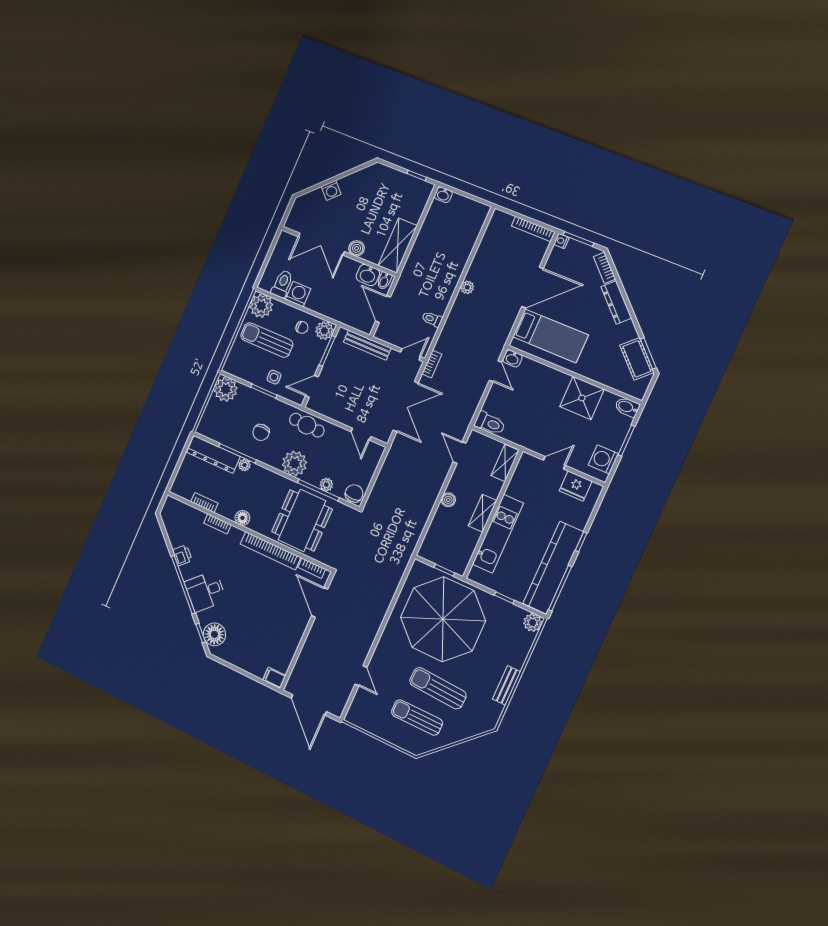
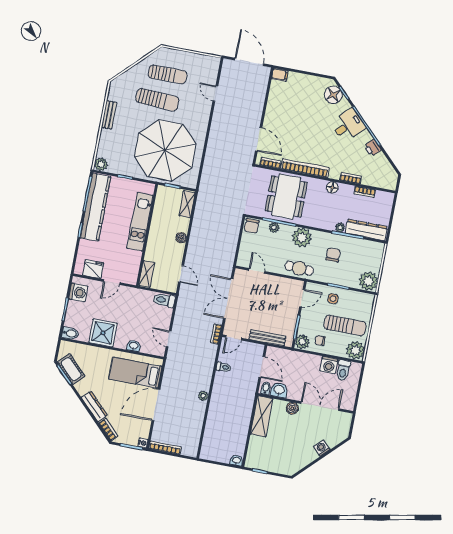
washbasin: (512, 358) -> (134, 346), moved
shelving: (483, 513) -> (187, 204), moved

